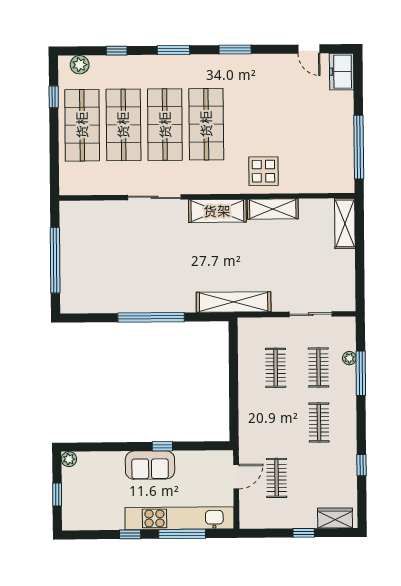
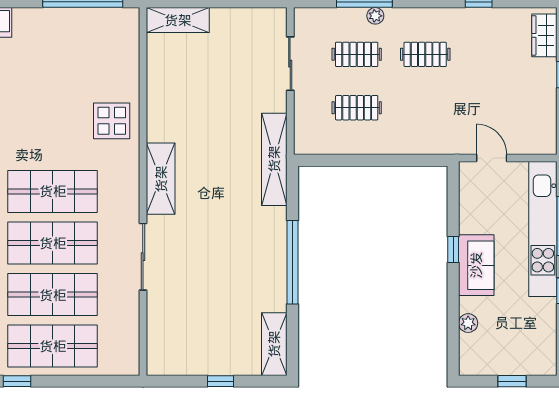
shelving: (273, 209) -> (274, 344), moved
window: (55, 260) -> (220, 381), width x0.32
plant: (349, 358) -> (375, 16), moved
plant: (69, 459) -> (468, 323), moved
clothes rail: (277, 478) -> (494, 108), removed

